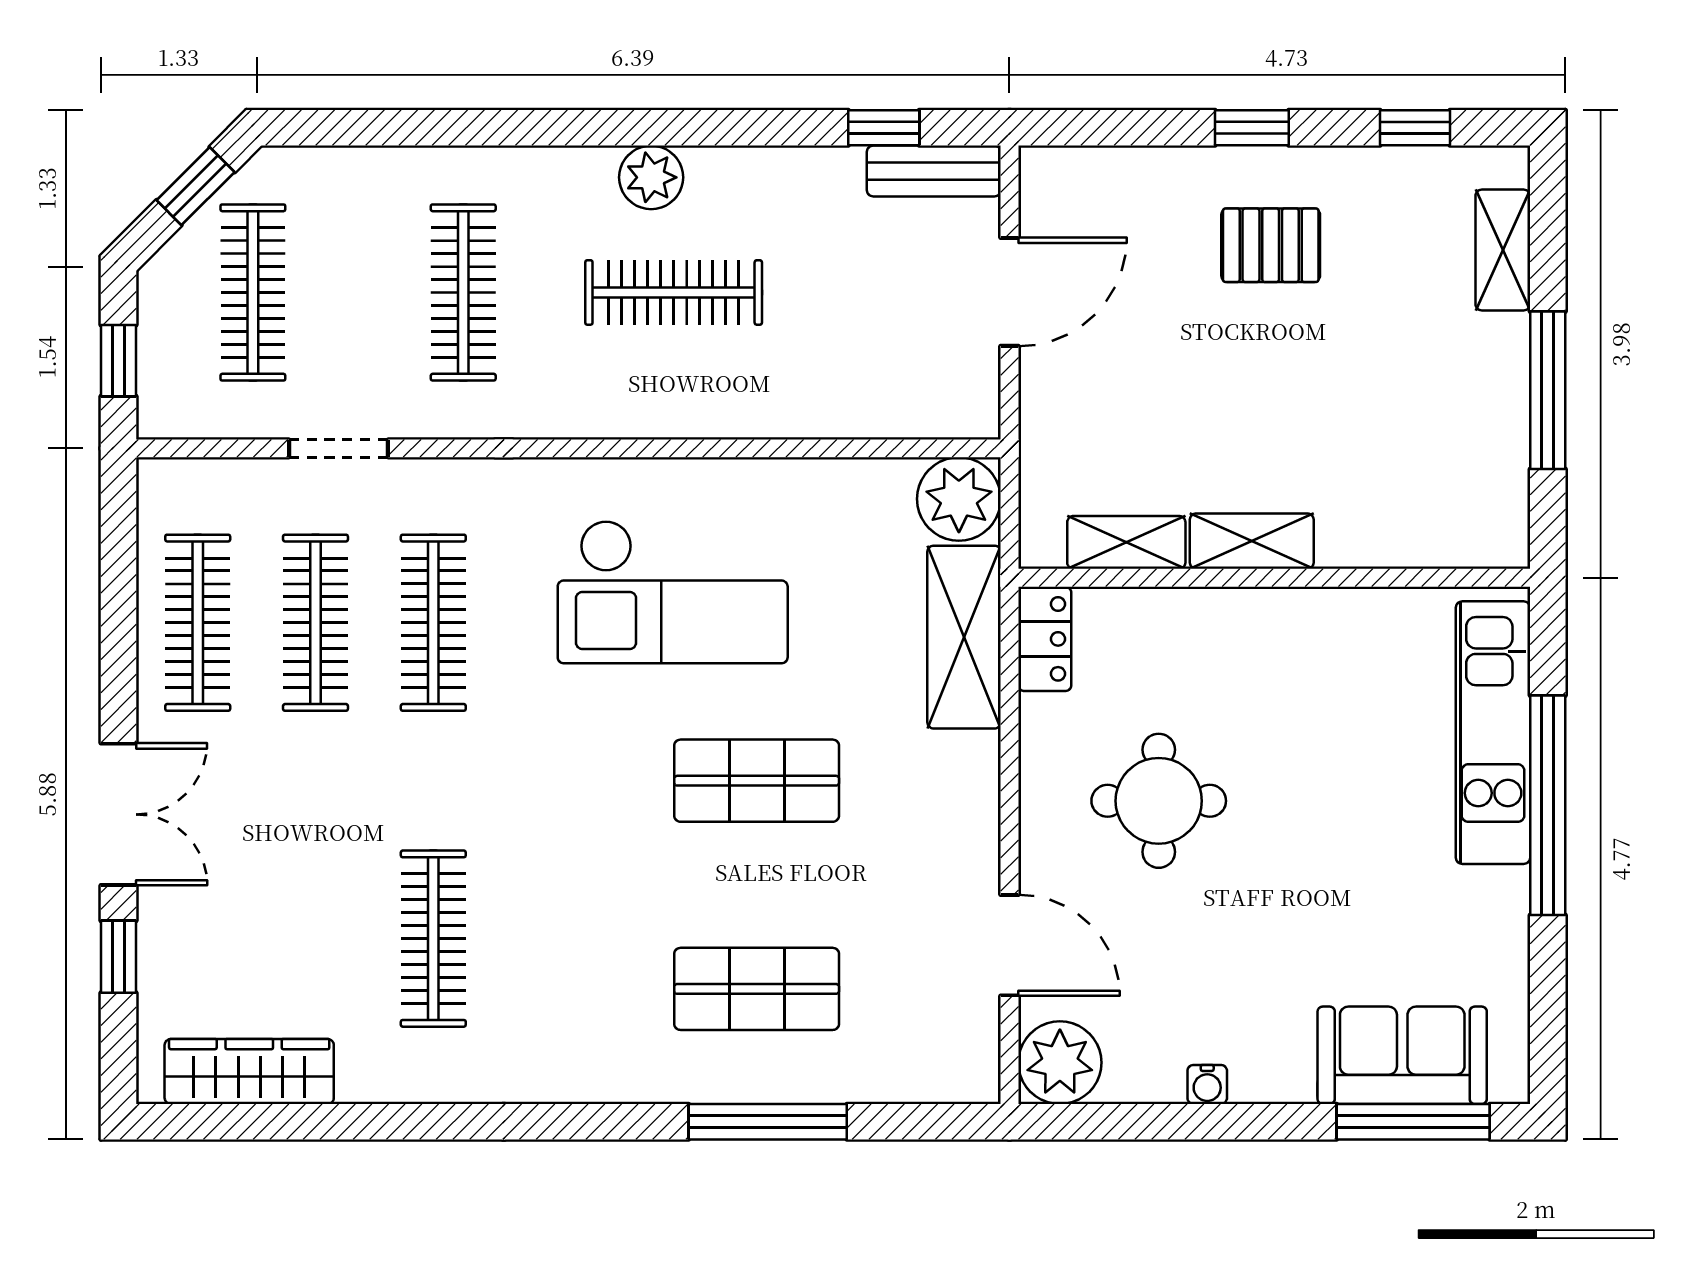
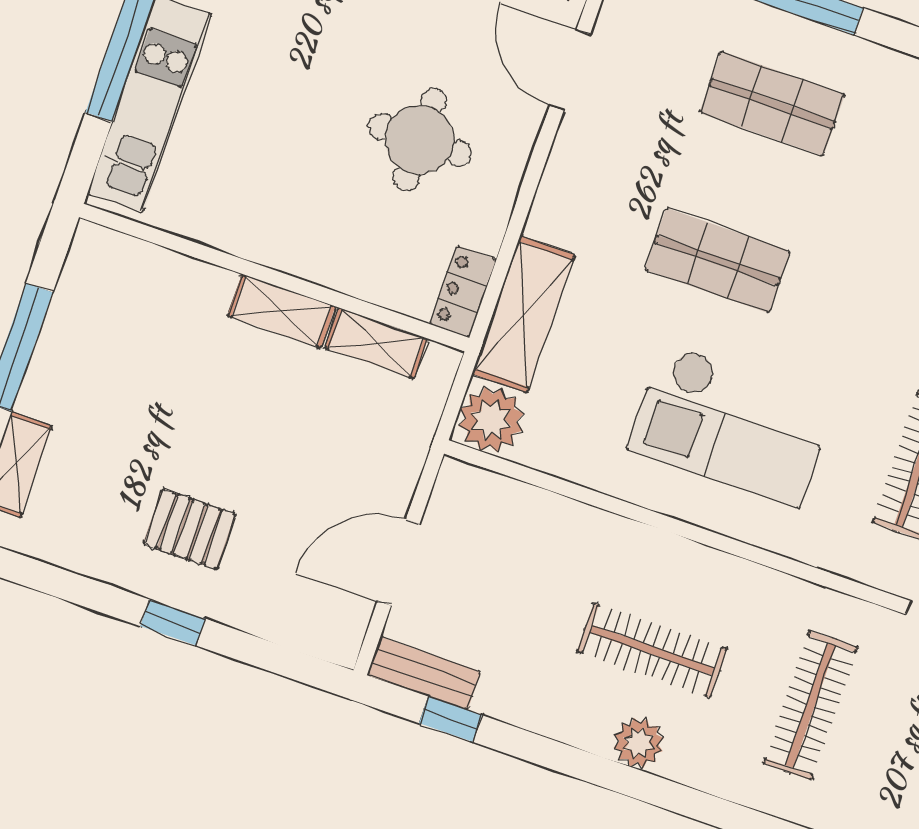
window: (1415, 128) -> (50, 580), removed
checkout: (673, 592) -> (731, 425), turned 180

